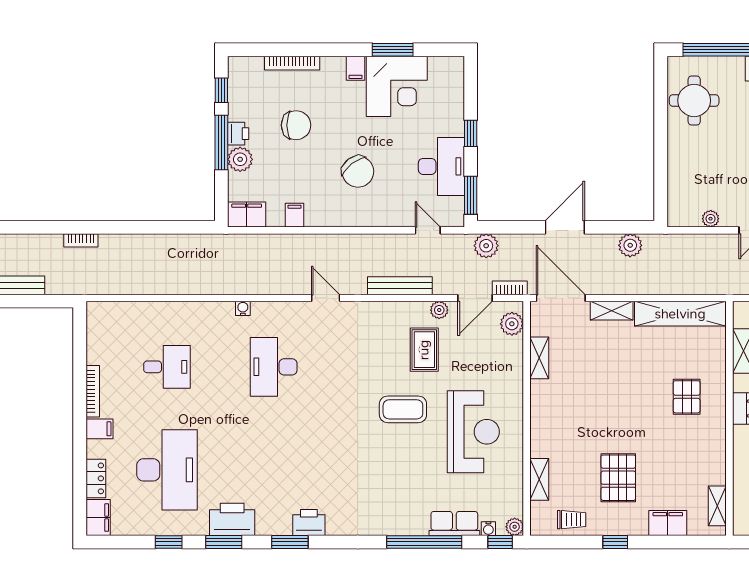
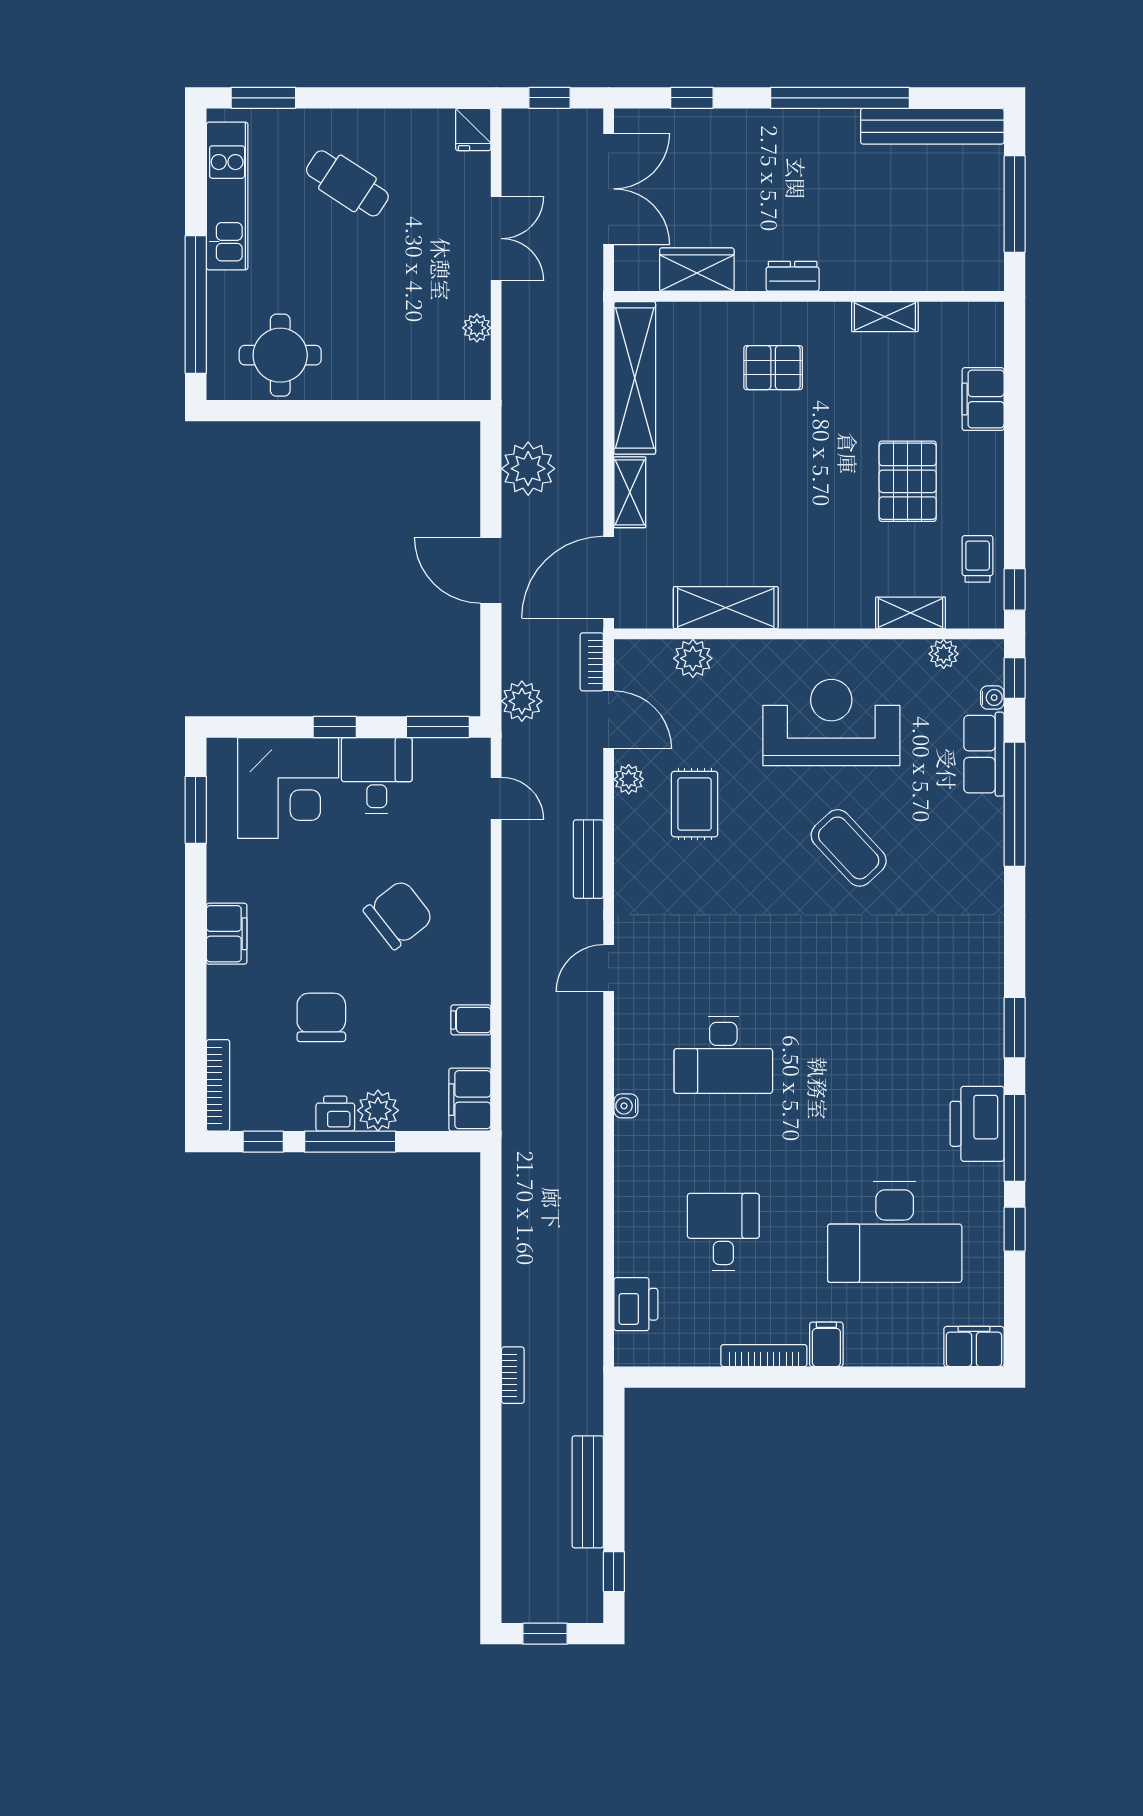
window: (393, 50) -> (196, 810), moved
bookcase: (292, 63) -> (218, 1085), moved
filing cabinet: (356, 68) -> (227, 934), width x2.00
corner desk: (397, 86) -> (288, 788), moved, turned 90
desk: (441, 166) -> (377, 776), width x0.73
door: (428, 230) -> (496, 798), swing flipped
plant: (630, 245) -> (528, 469), width x1.36, depth x1.36
bench: (400, 286) -> (588, 859), width x0.73
plant: (512, 324) -> (693, 658), moved
rug: (424, 350) -> (695, 804), turned 90
shelving: (539, 358) -> (726, 608), width x1.50, depth x1.33
coffee table: (403, 409) -> (849, 848), moved, turned -43
desk: (167, 470) -> (895, 1232), turned 180
locker: (96, 478) -> (909, 1350), removed
pallet: (618, 478) -> (908, 481), turned 90
shelving: (717, 506) -> (885, 317), moved
printer: (309, 522) -> (636, 1304), moved, turned 180
plant: (515, 527) -> (944, 654), moved
window: (224, 542) -> (1015, 1138), width x1.44
window: (615, 542) -> (1015, 589), moved

